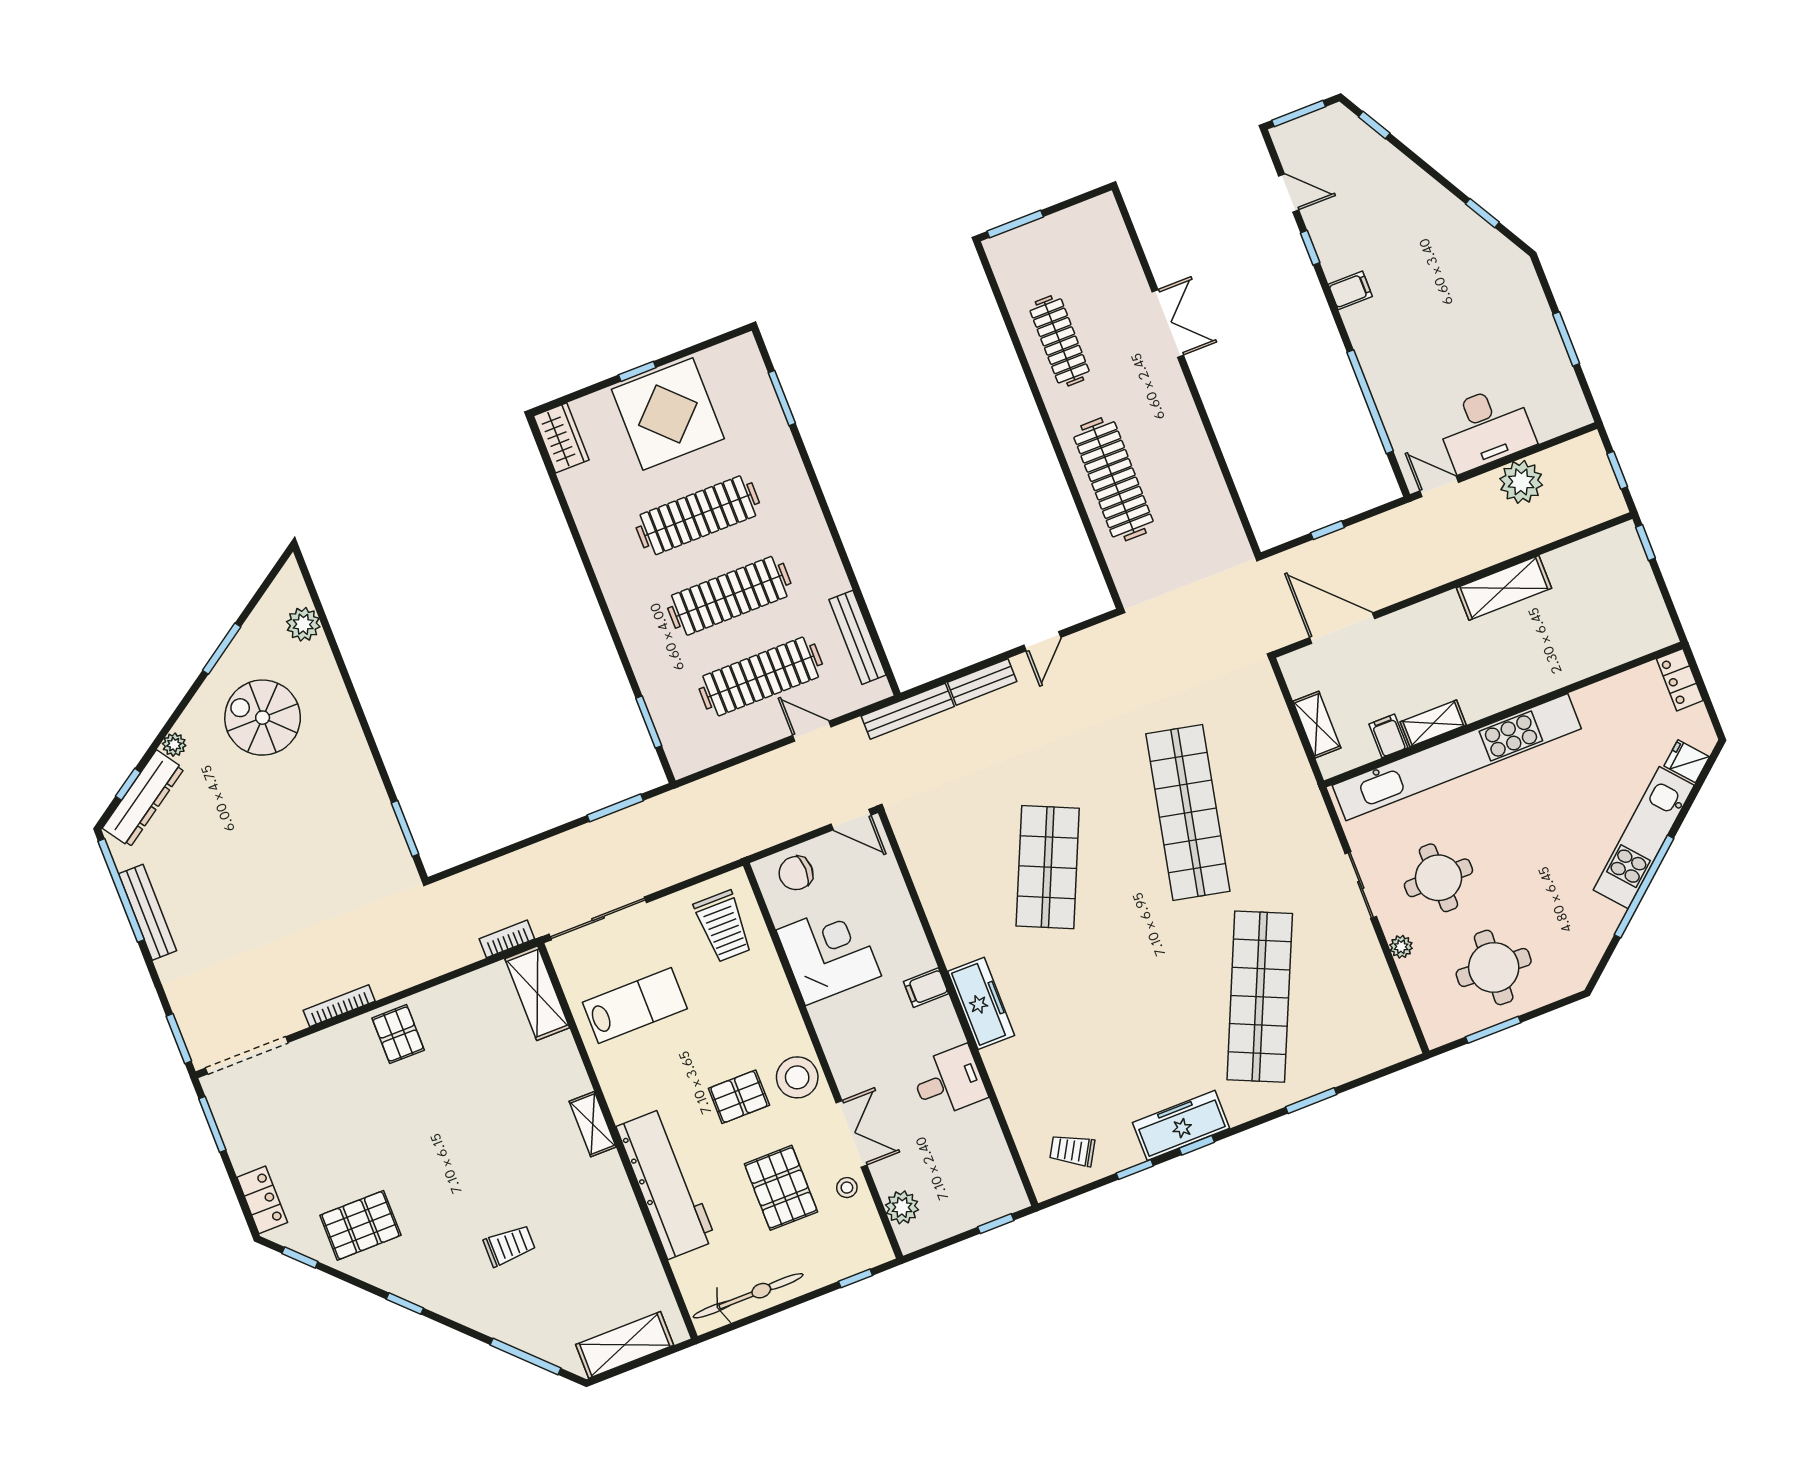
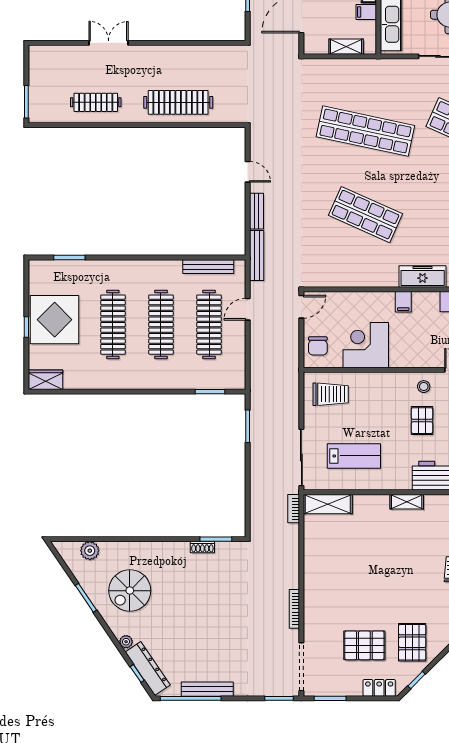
shoe rack: (383, 811) -> (202, 547), added
lab bench: (635, 1005) -> (354, 456), turned 90
pallet: (398, 1034) -> (364, 645), moved, width x1.50, depth x1.42
stool: (797, 1077) -> (424, 387), width x0.53, depth x0.53

